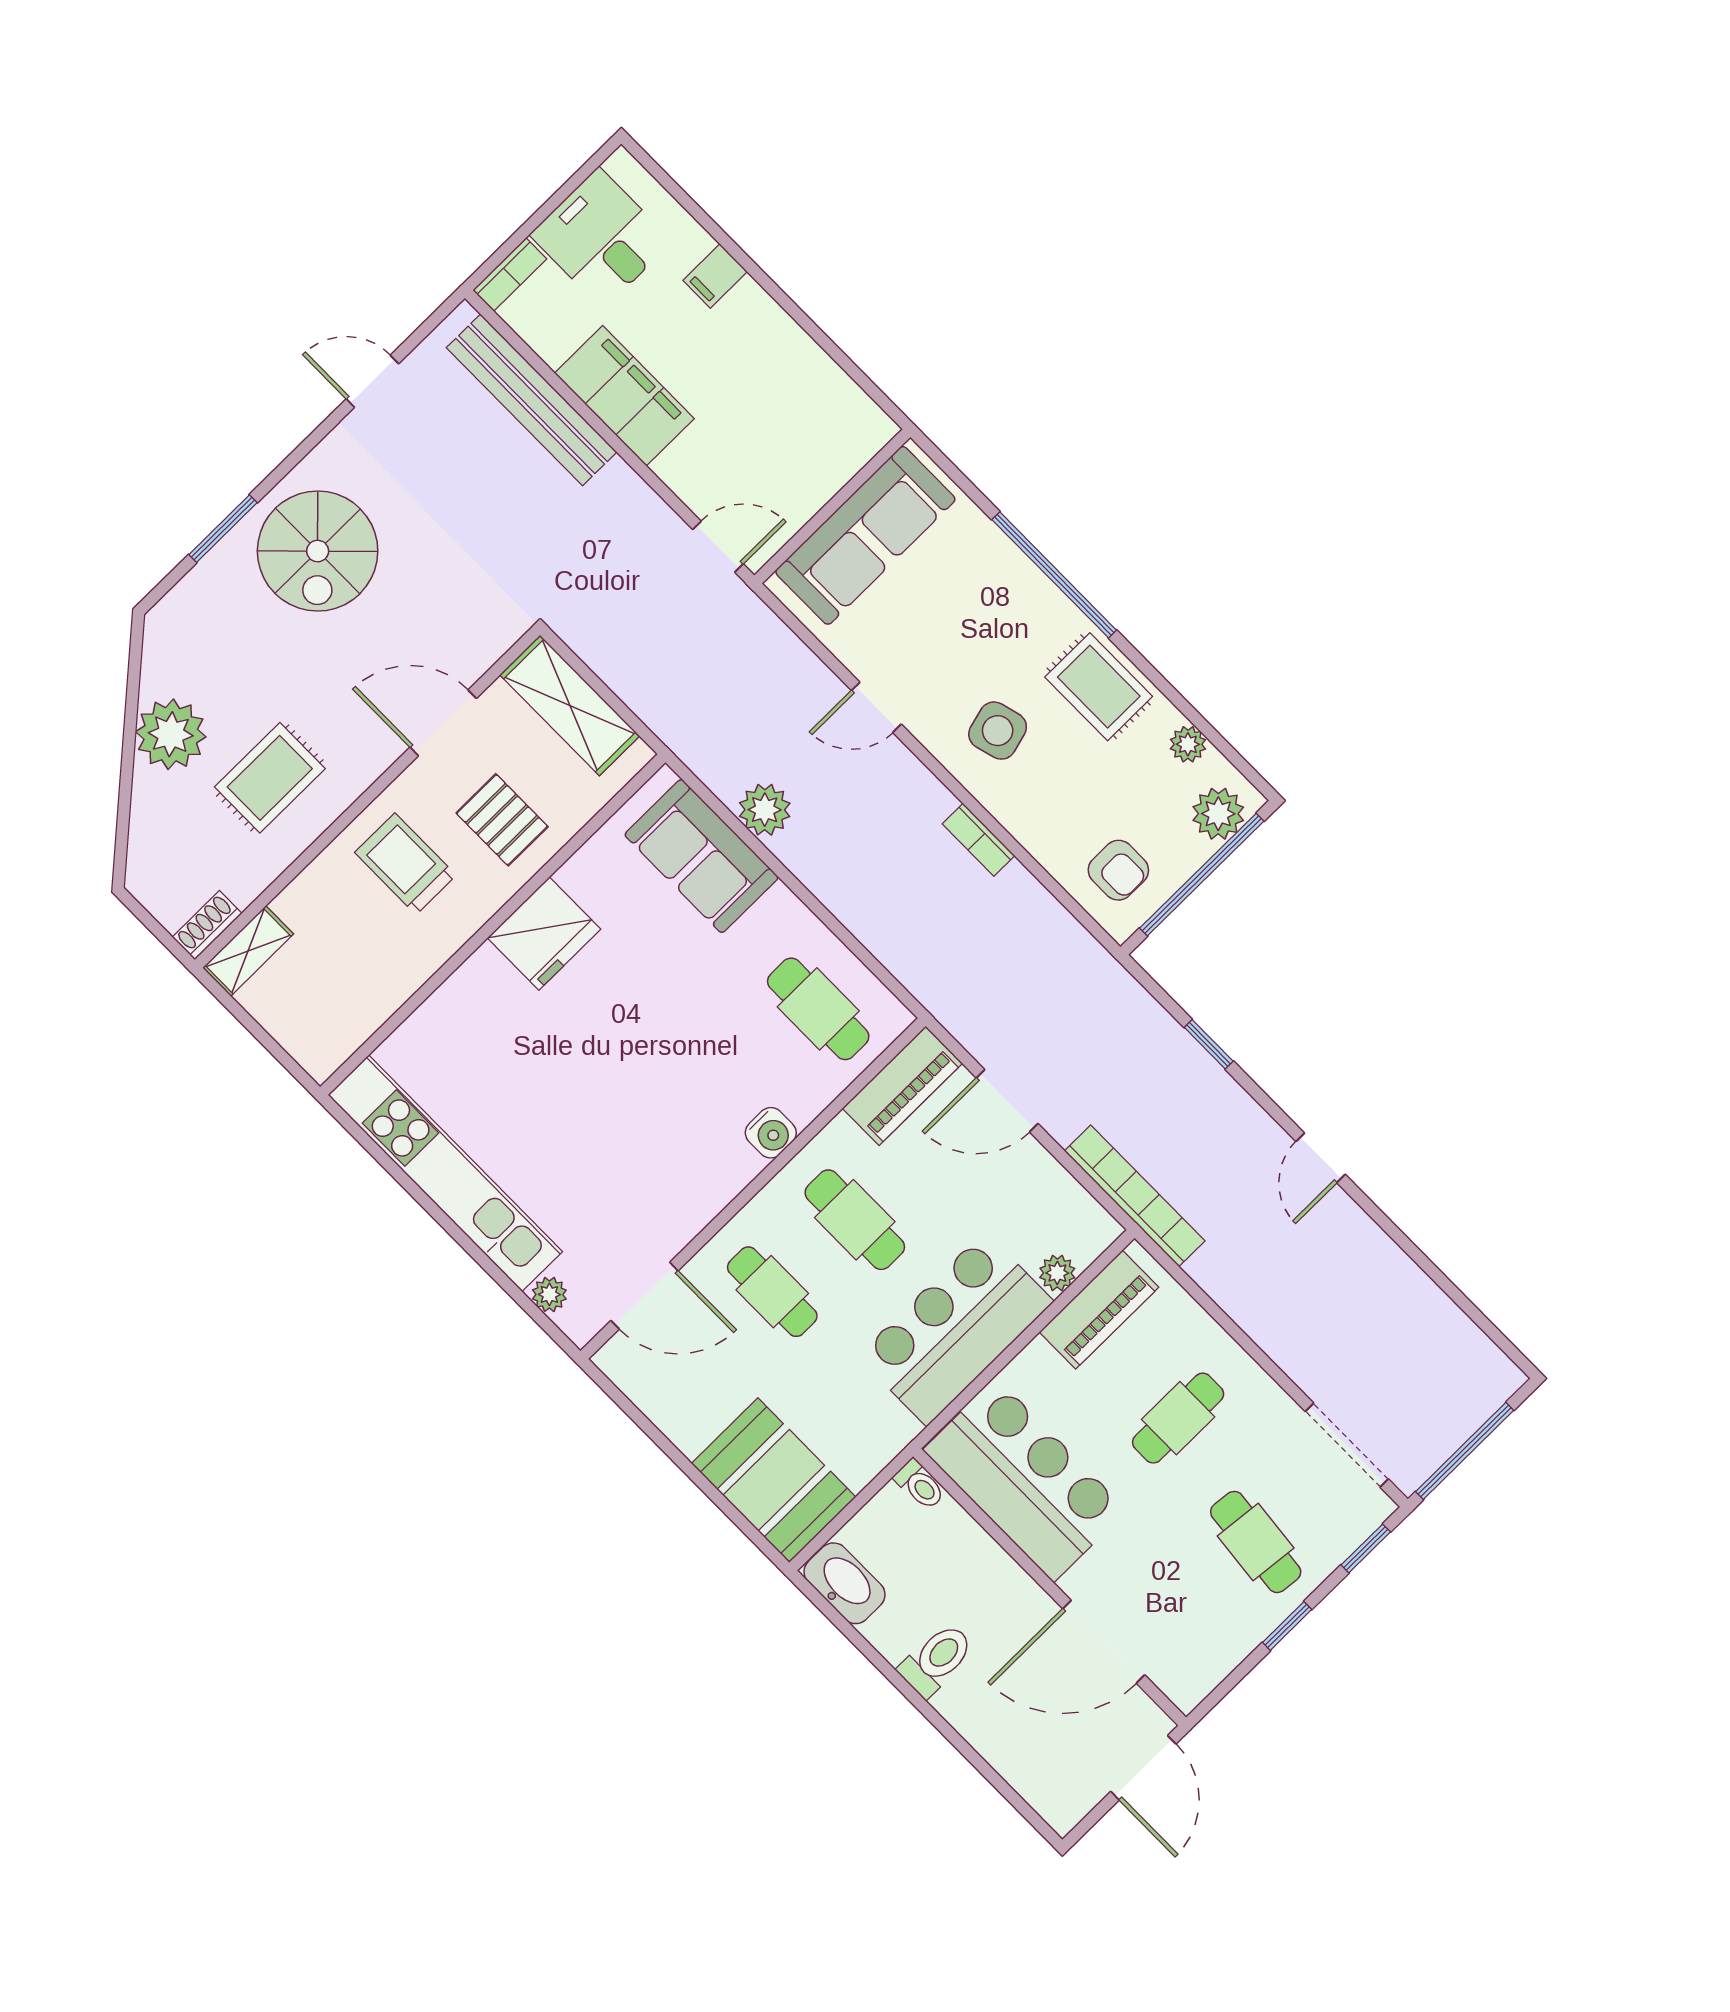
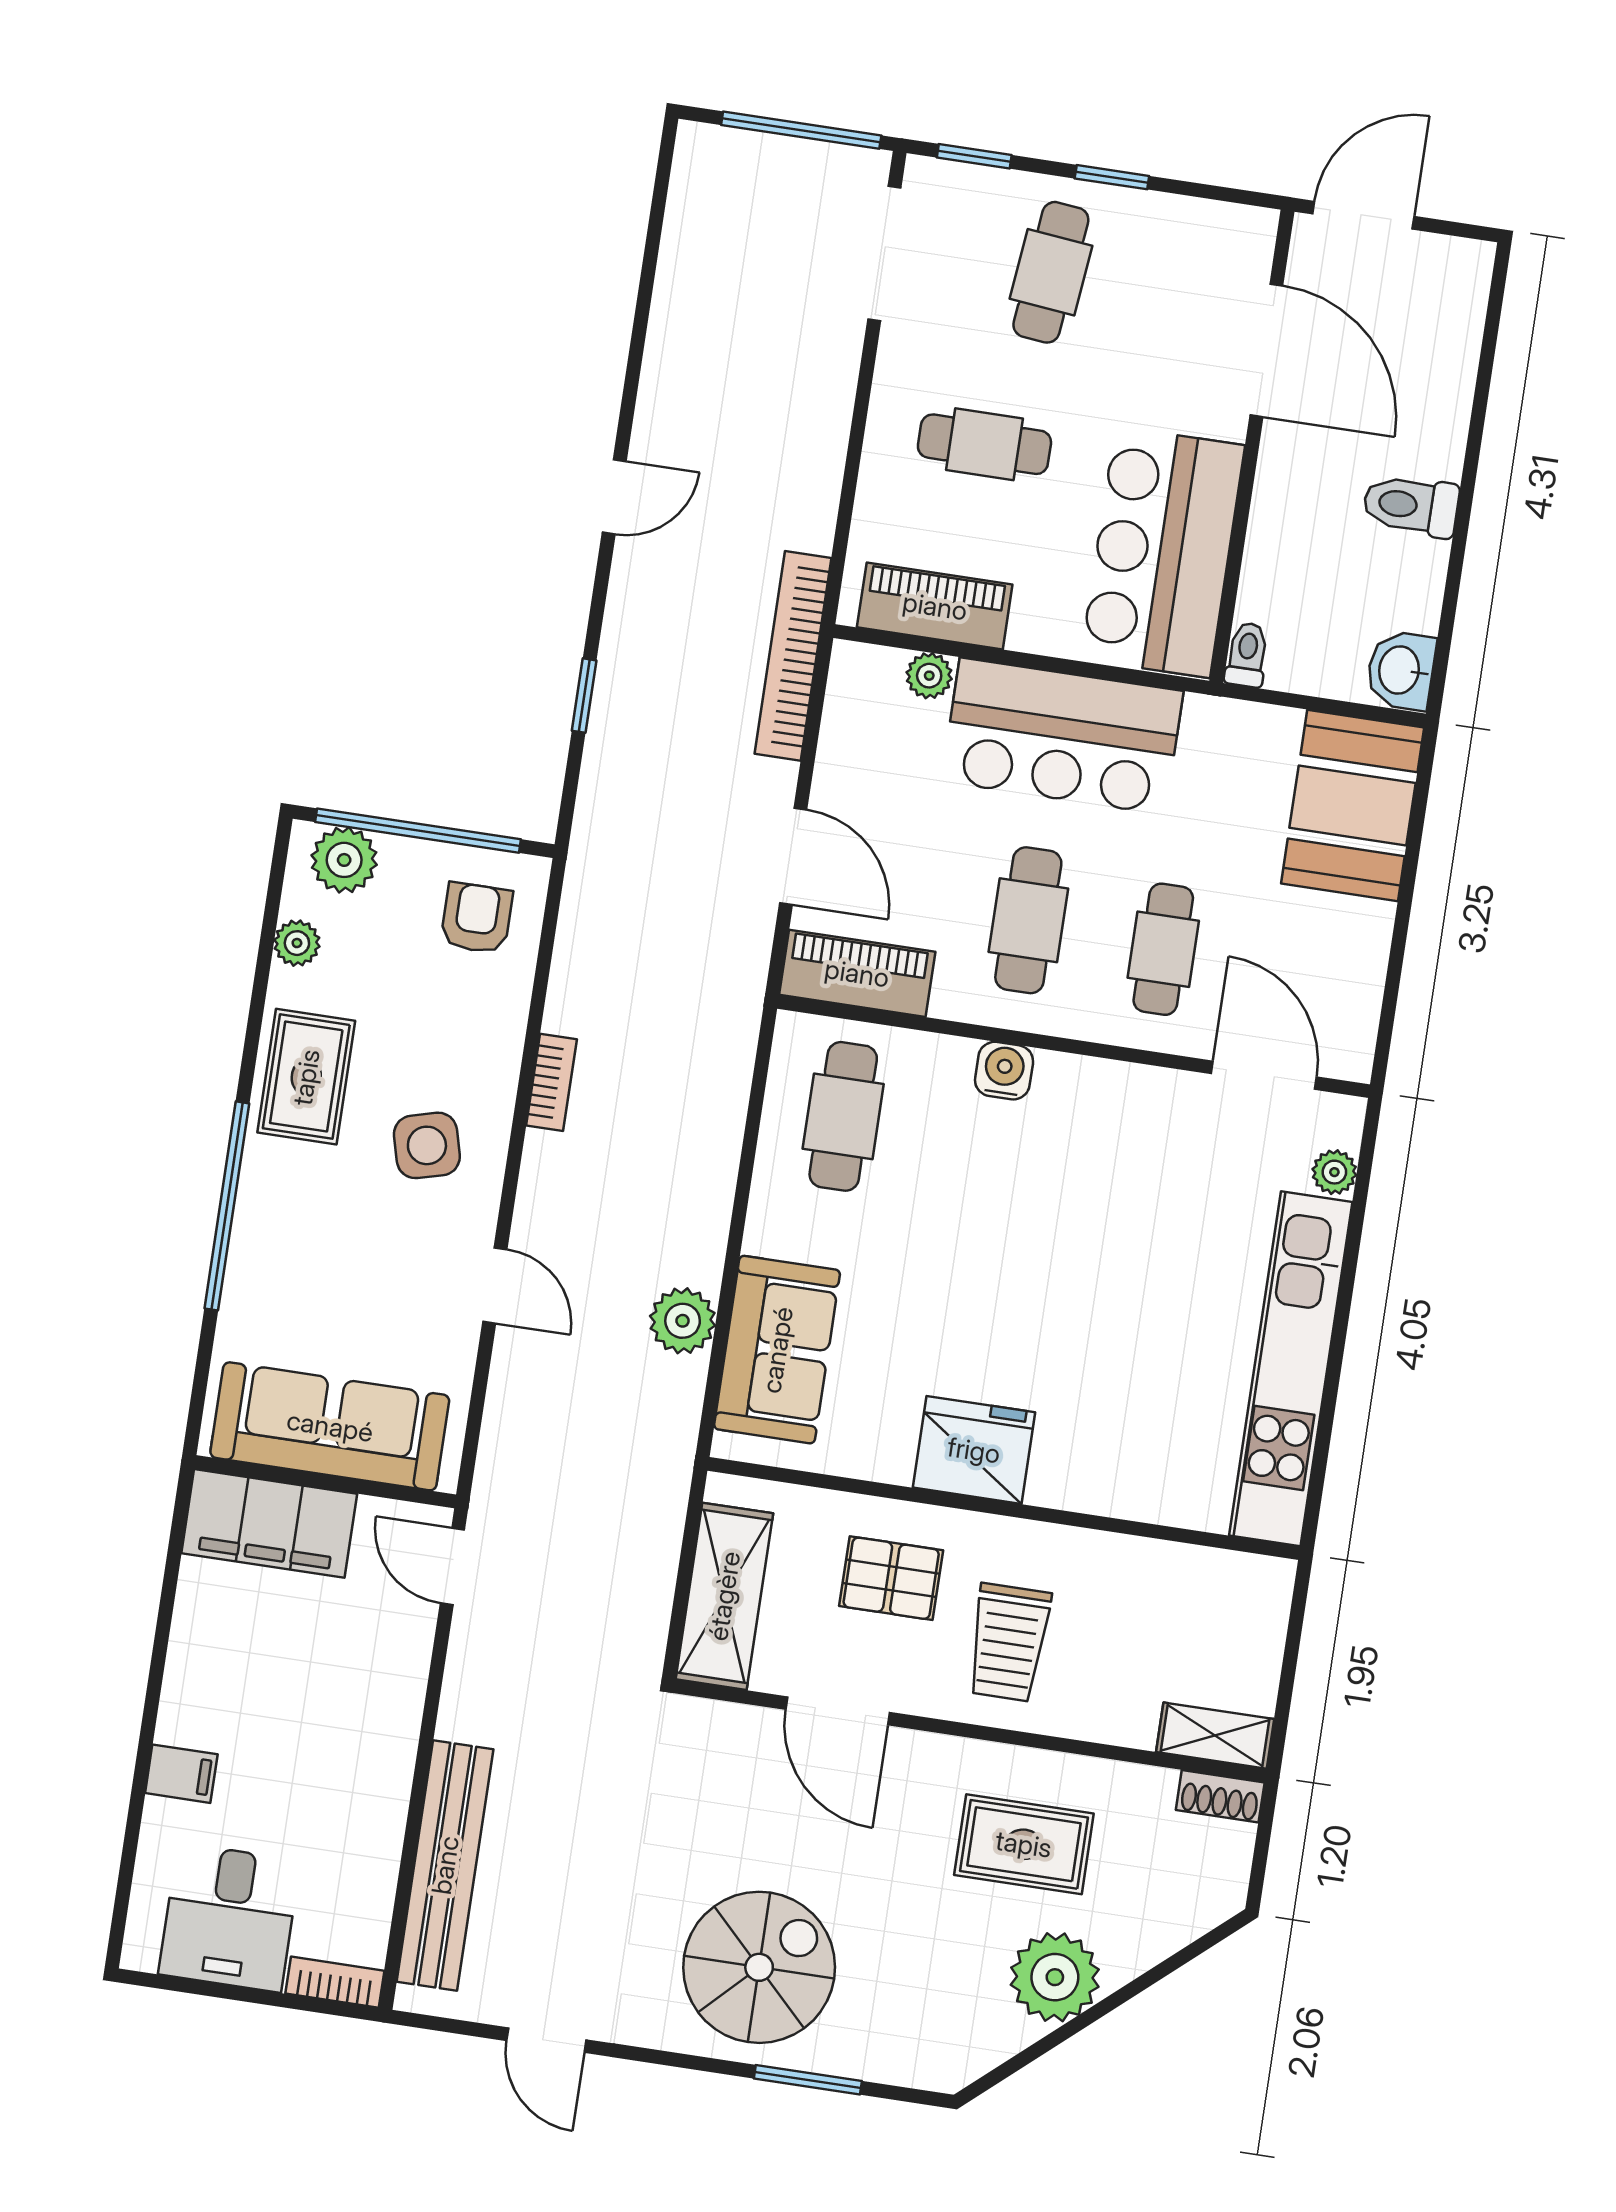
filing cabinet: (624, 396) -> (269, 1523), moved, turned -90
pallet: (502, 820) -> (891, 1578), turned 90
washbasin: (845, 1583) -> (1401, 670), width x0.72

